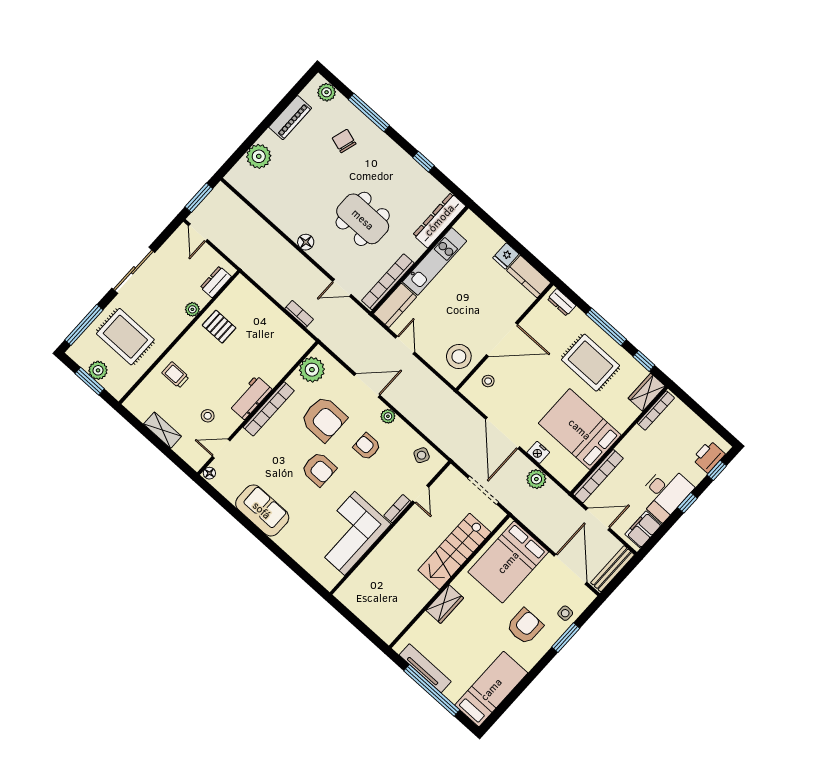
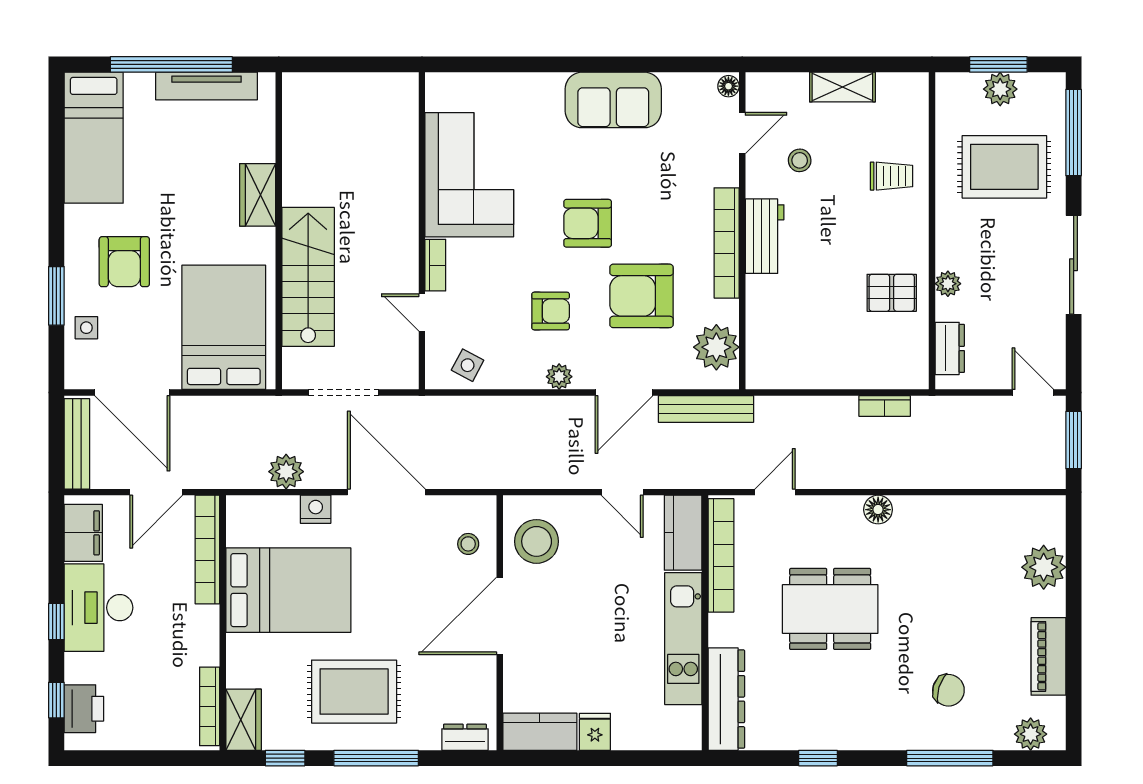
bookcase: (299, 314) -> (885, 406), moved
bench: (339, 348) -> (706, 409), added

